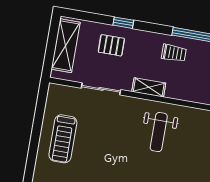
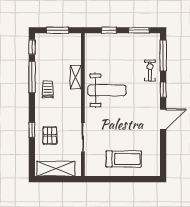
shelving: (149, 87) -> (76, 77), moved
weight bench: (159, 132) -> (107, 90), width x1.36, depth x1.33

